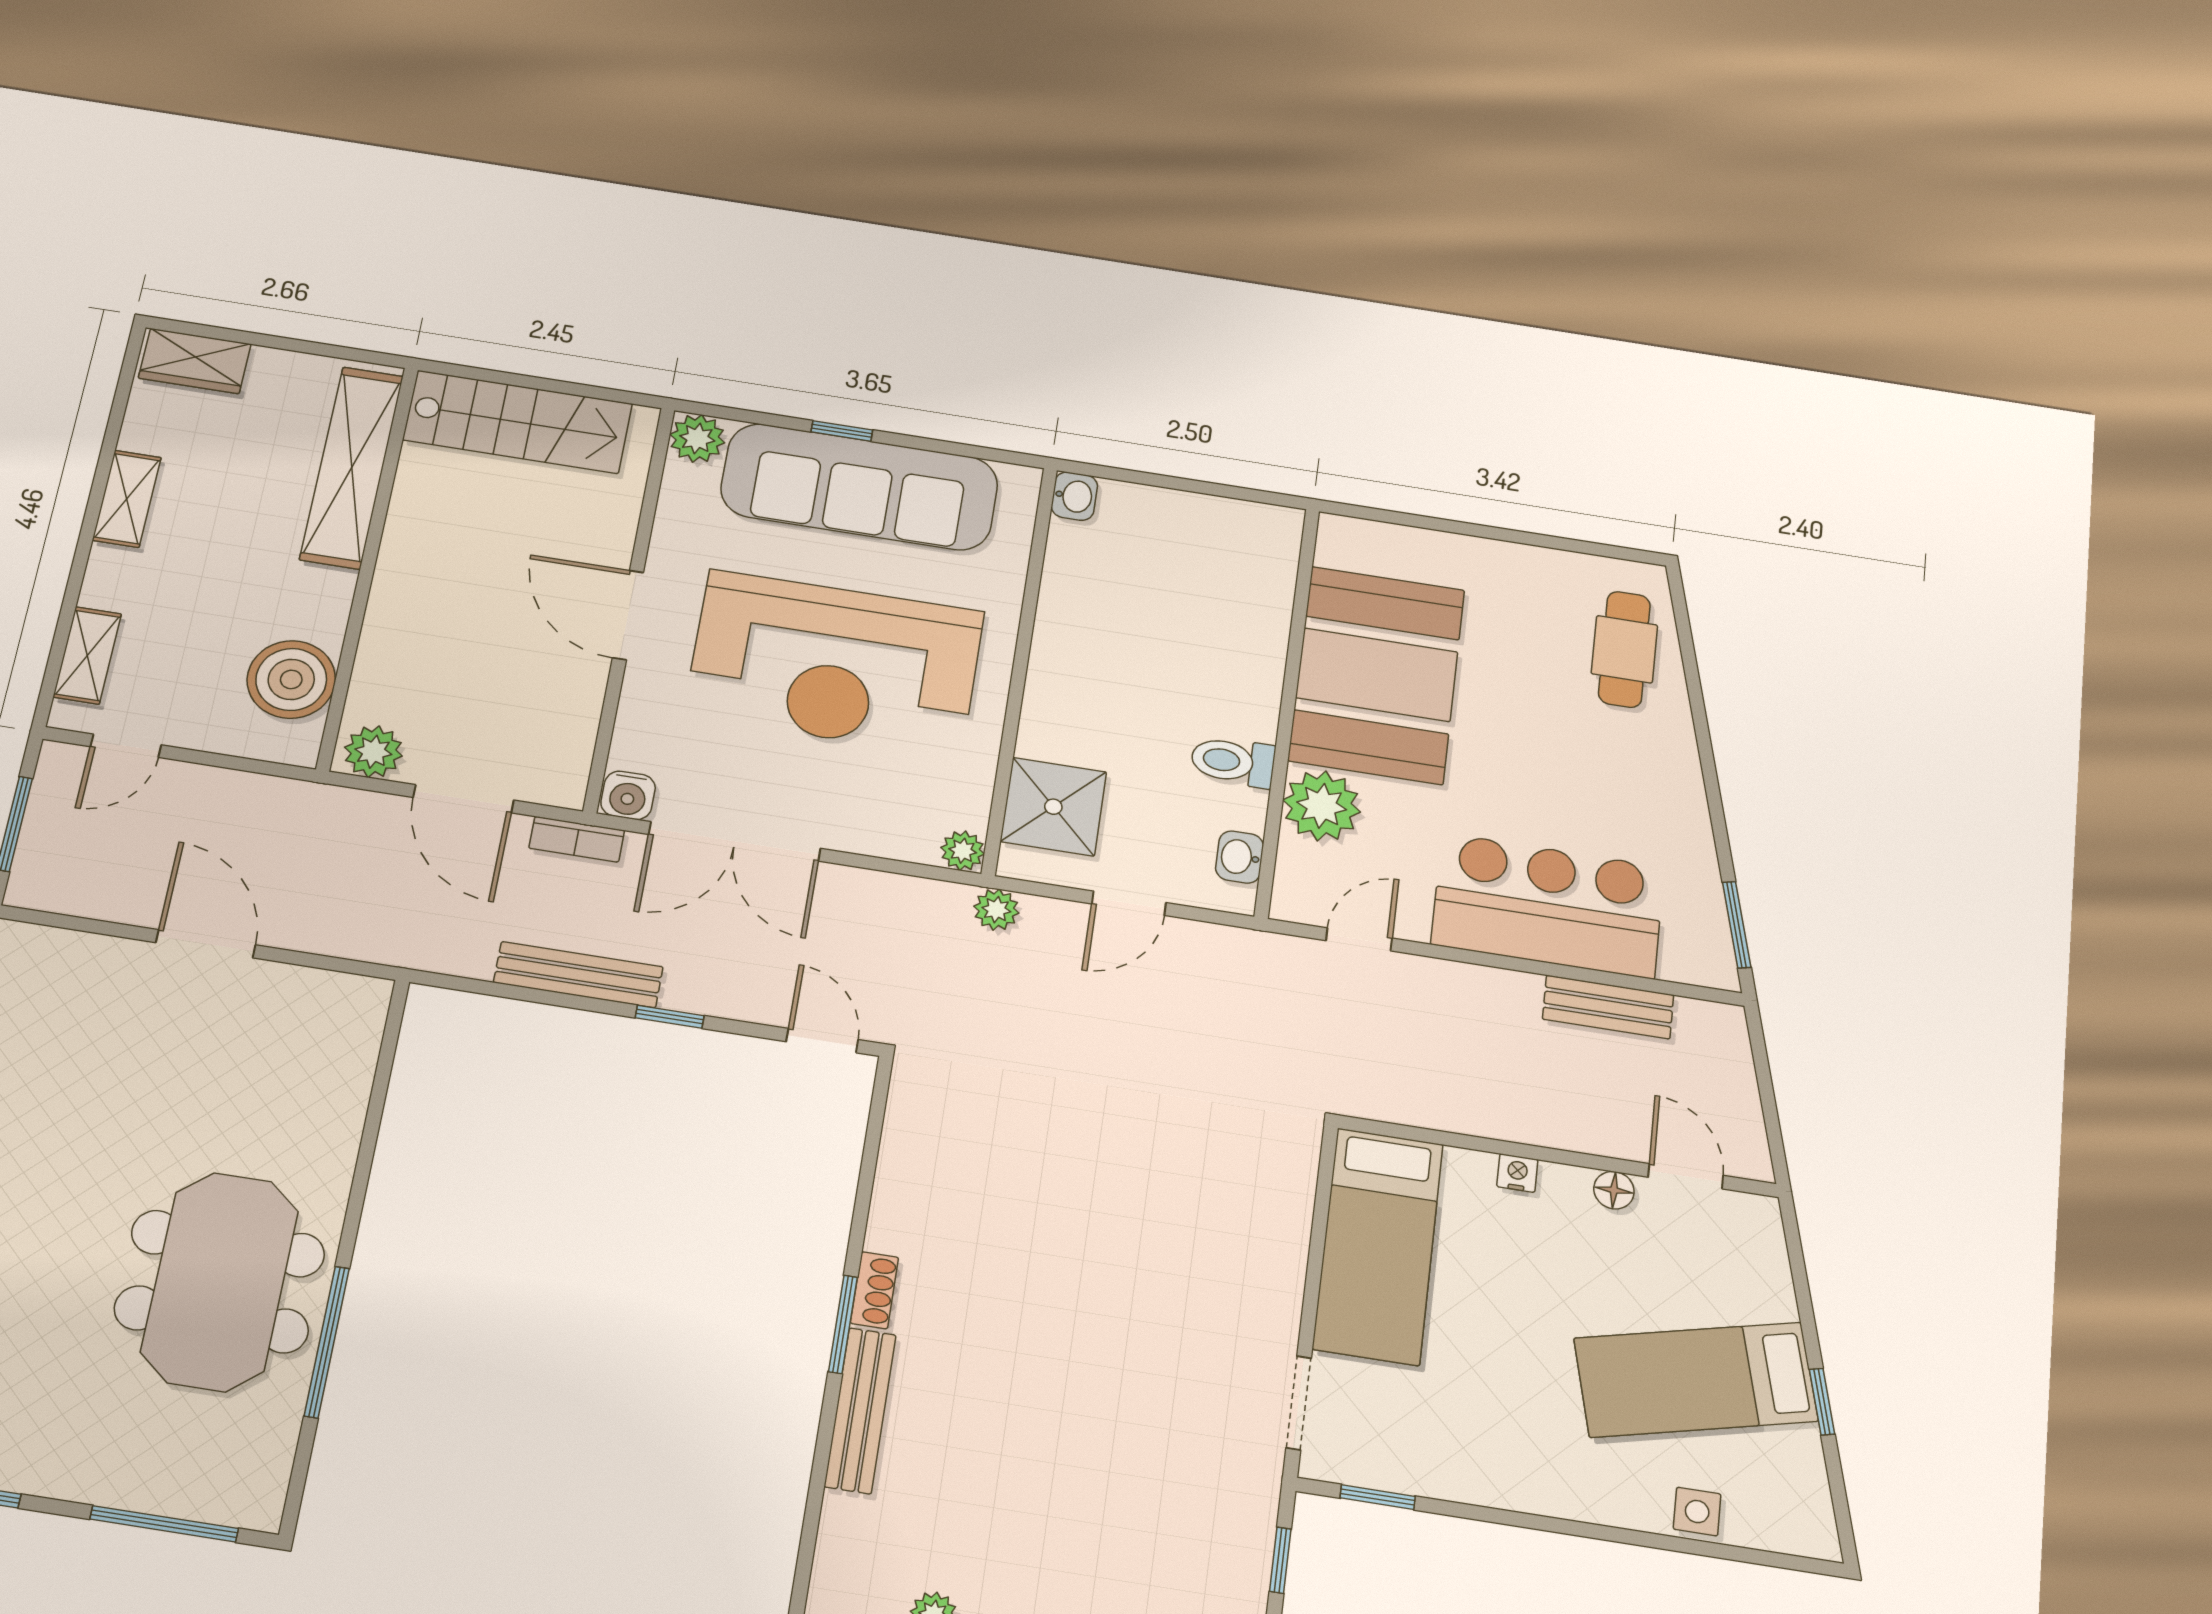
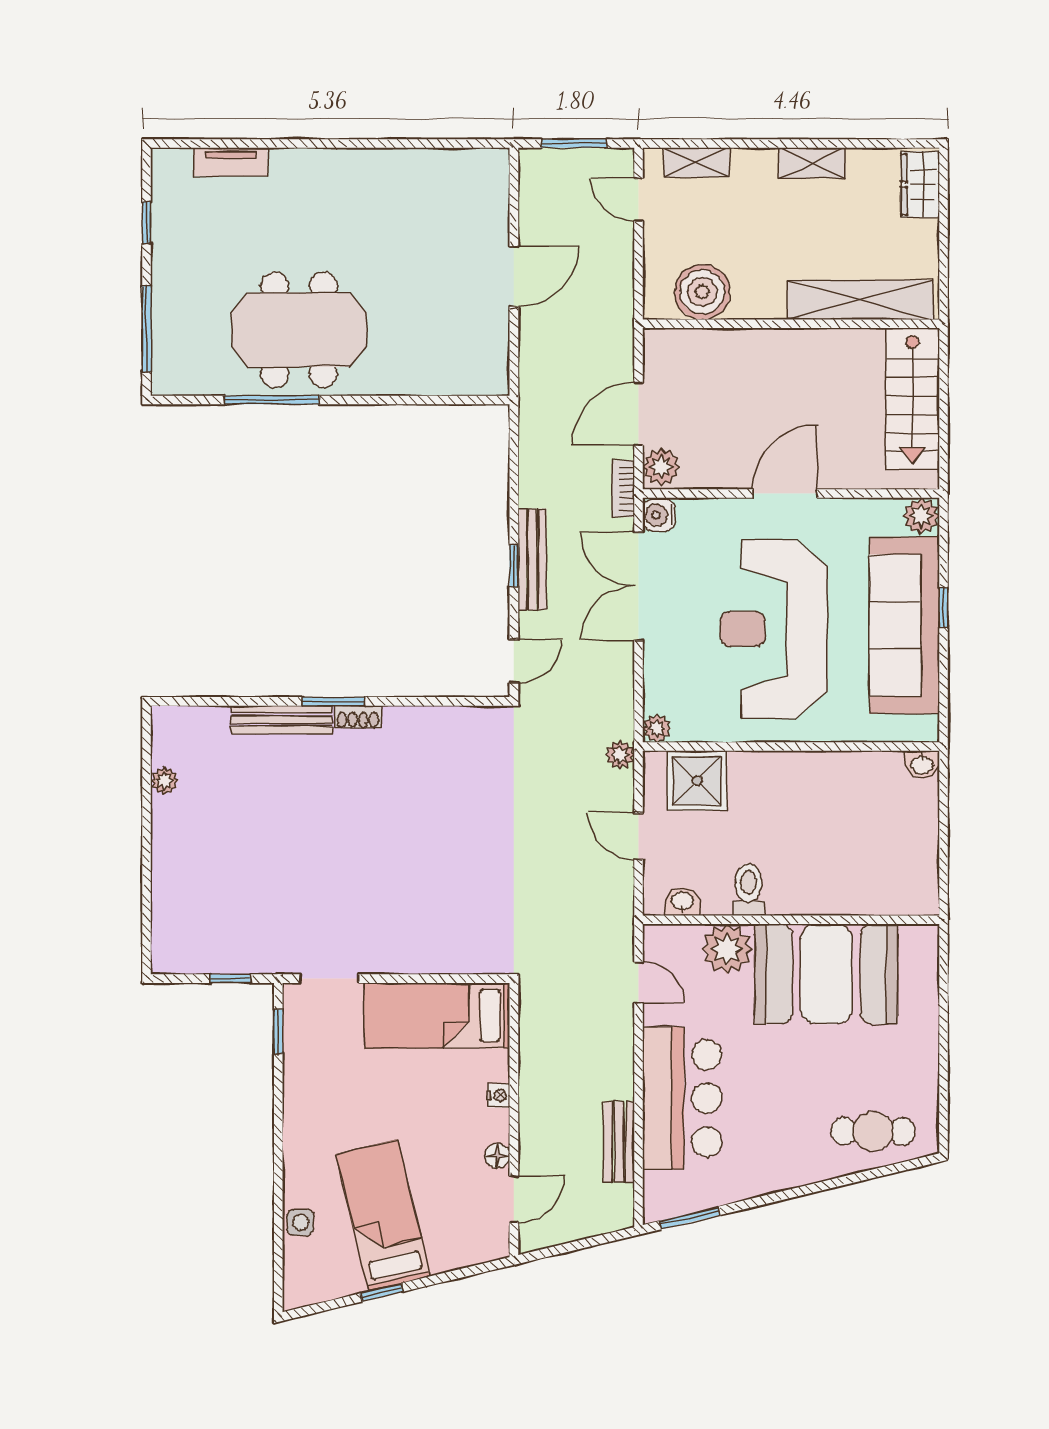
plant: (373, 752) -> (661, 467), moved
bench: (578, 975) -> (532, 559), moved

